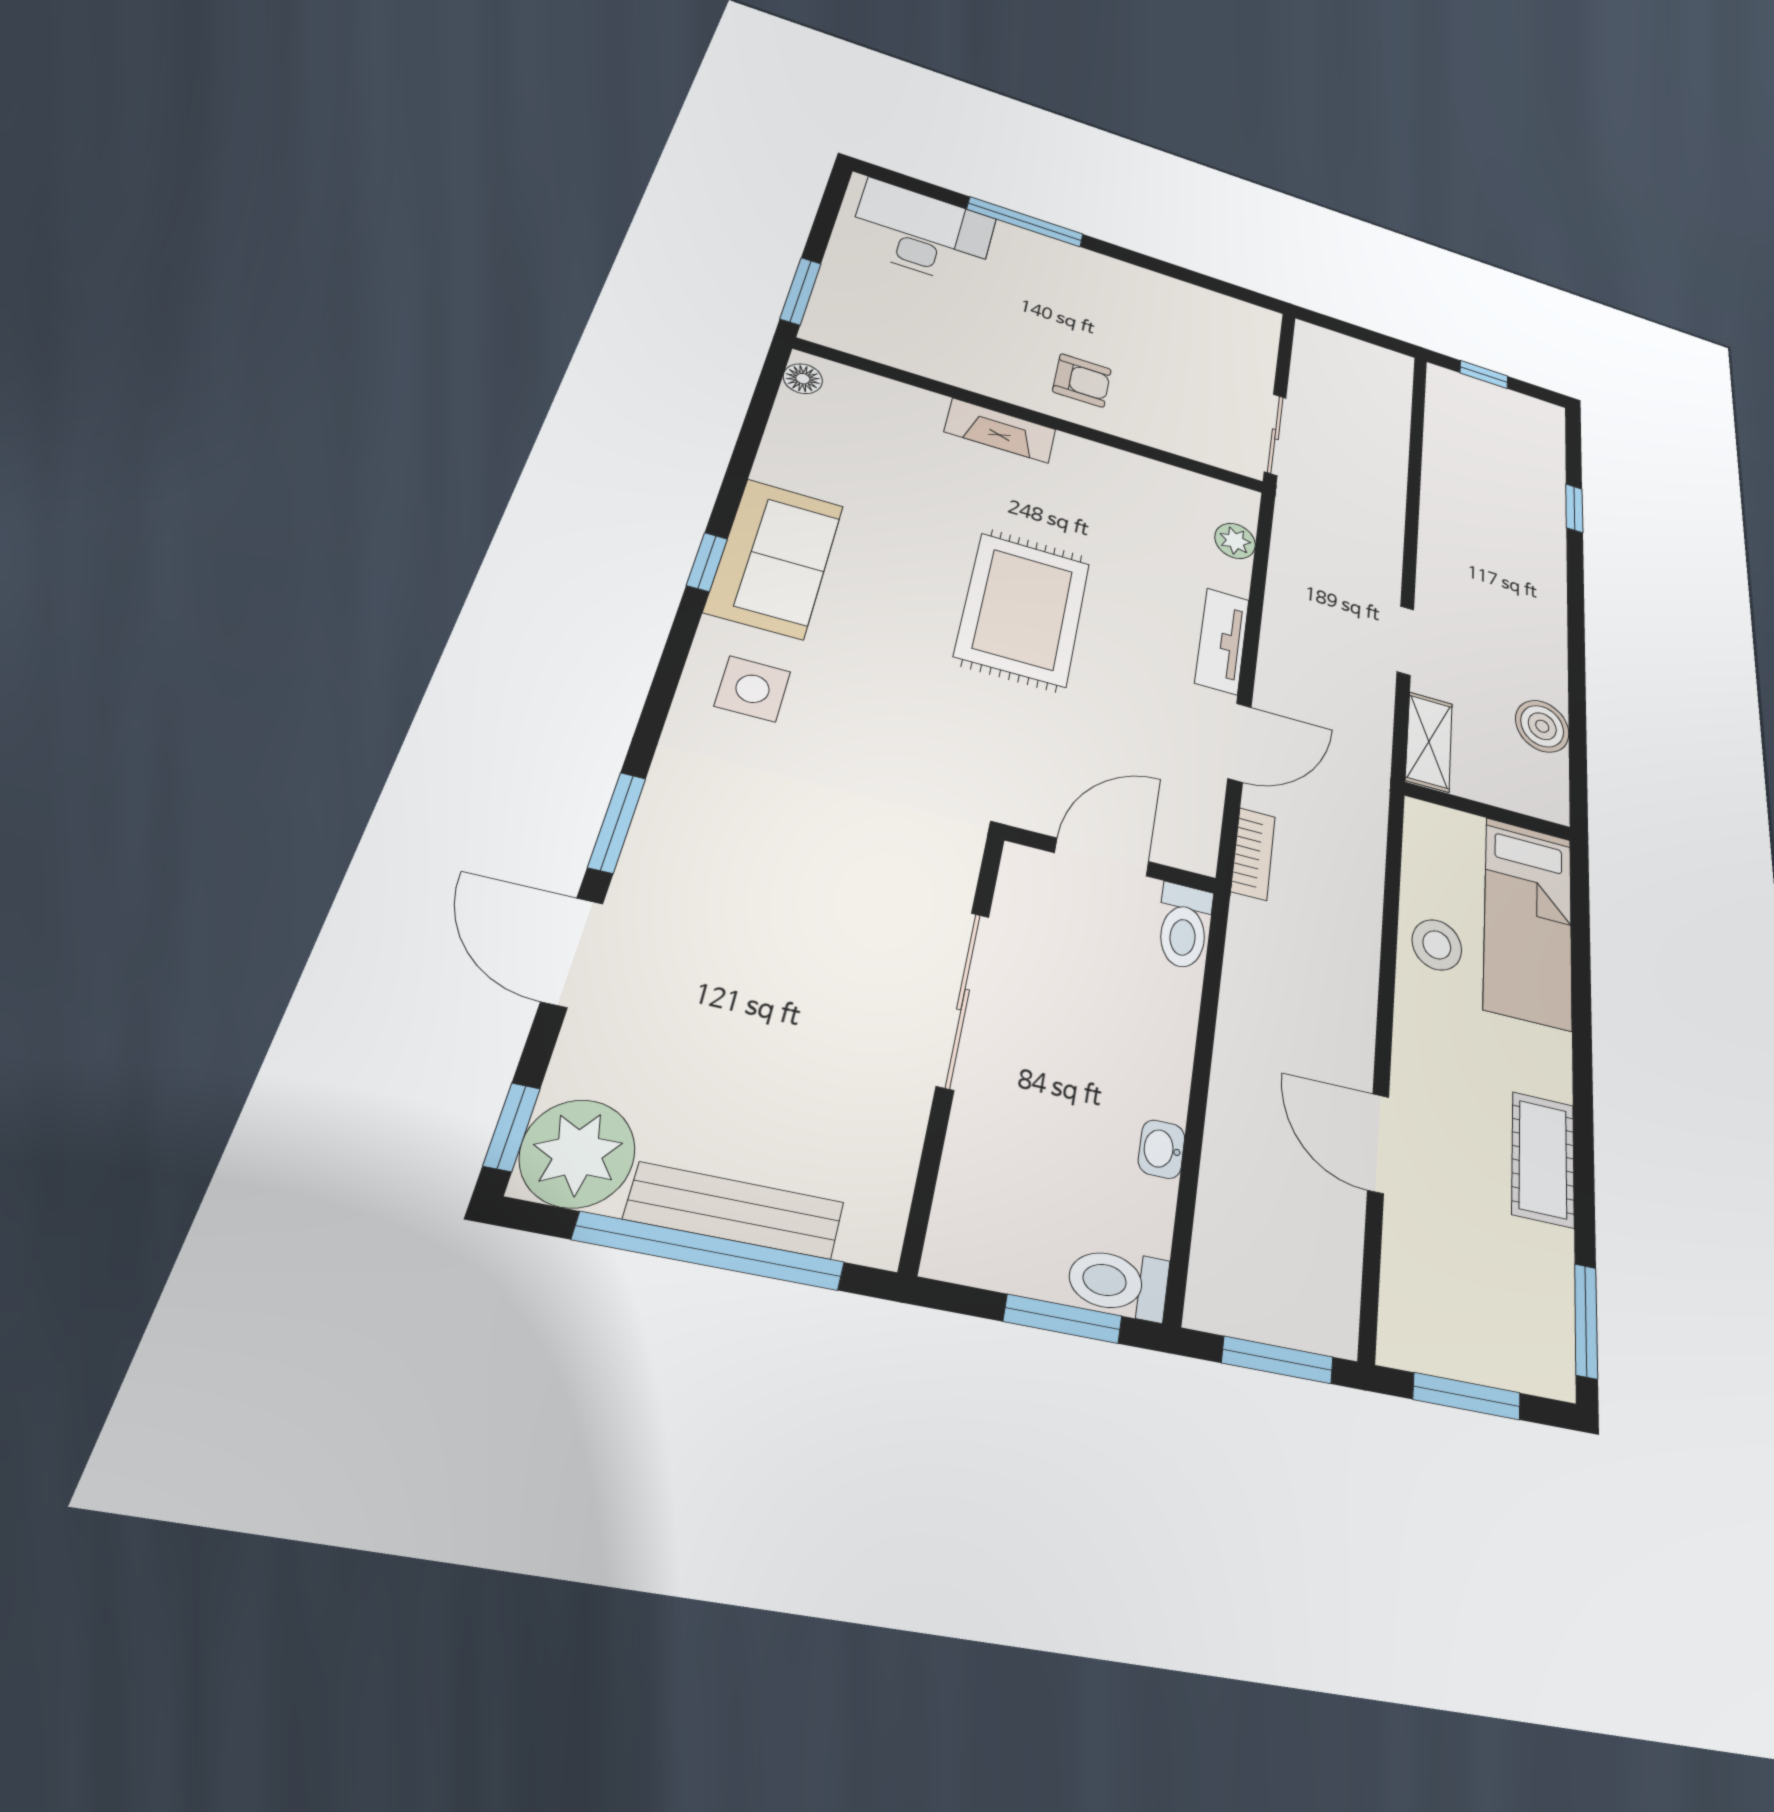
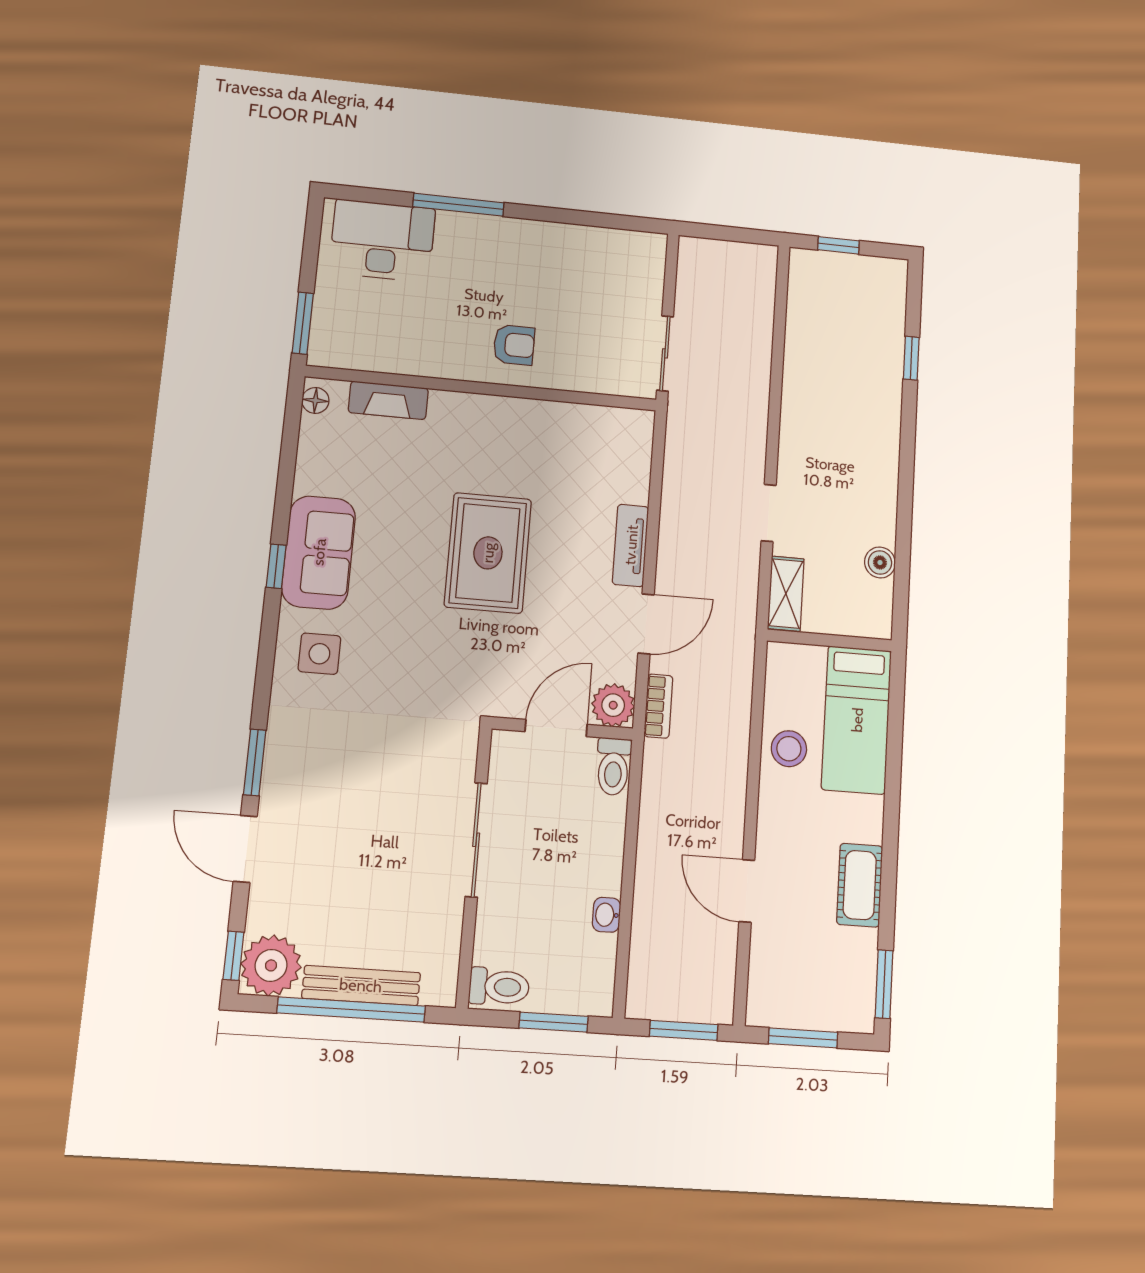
fireplace: (1000, 431) -> (388, 400), moved
plant: (1235, 541) -> (613, 705), moved, width x1.38, depth x1.38
boiler: (1542, 726) -> (880, 562), width x0.73, depth x0.73
toilet: (1118, 1283) -> (499, 987), moved, turned 180

